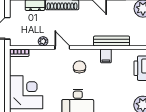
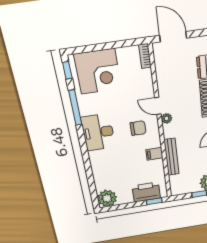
plant: (43, 41) -> (167, 118), moved
door: (62, 47) -> (158, 106), swing flipped

